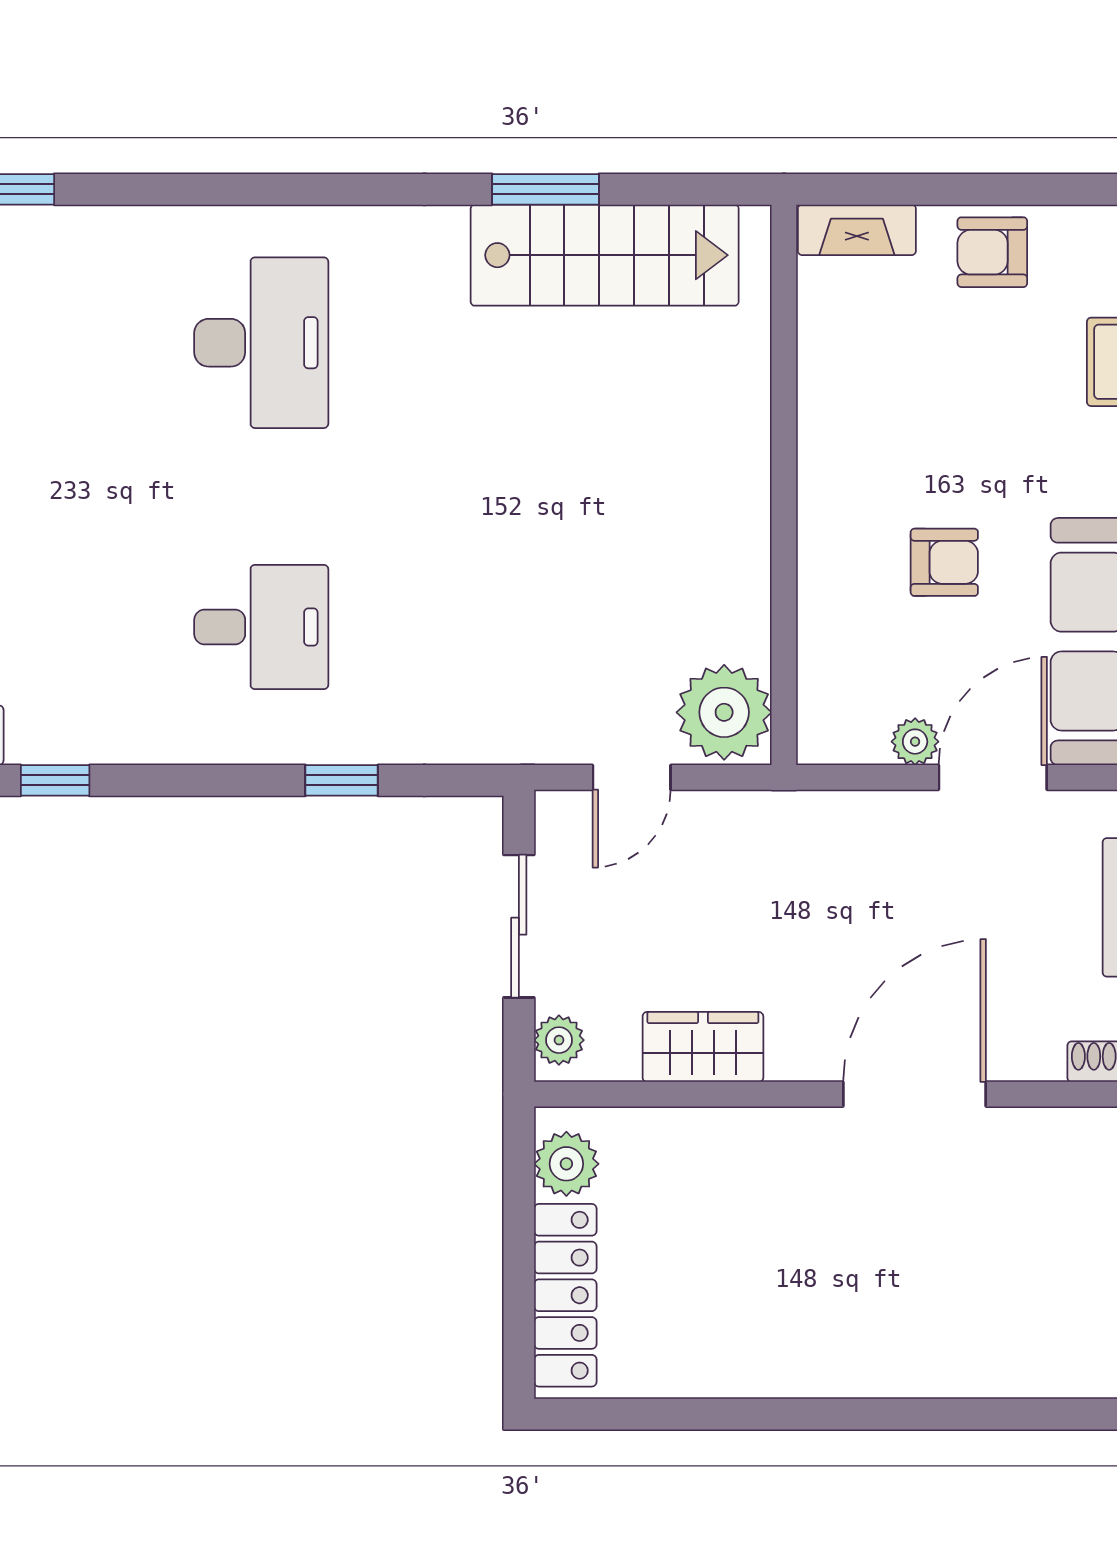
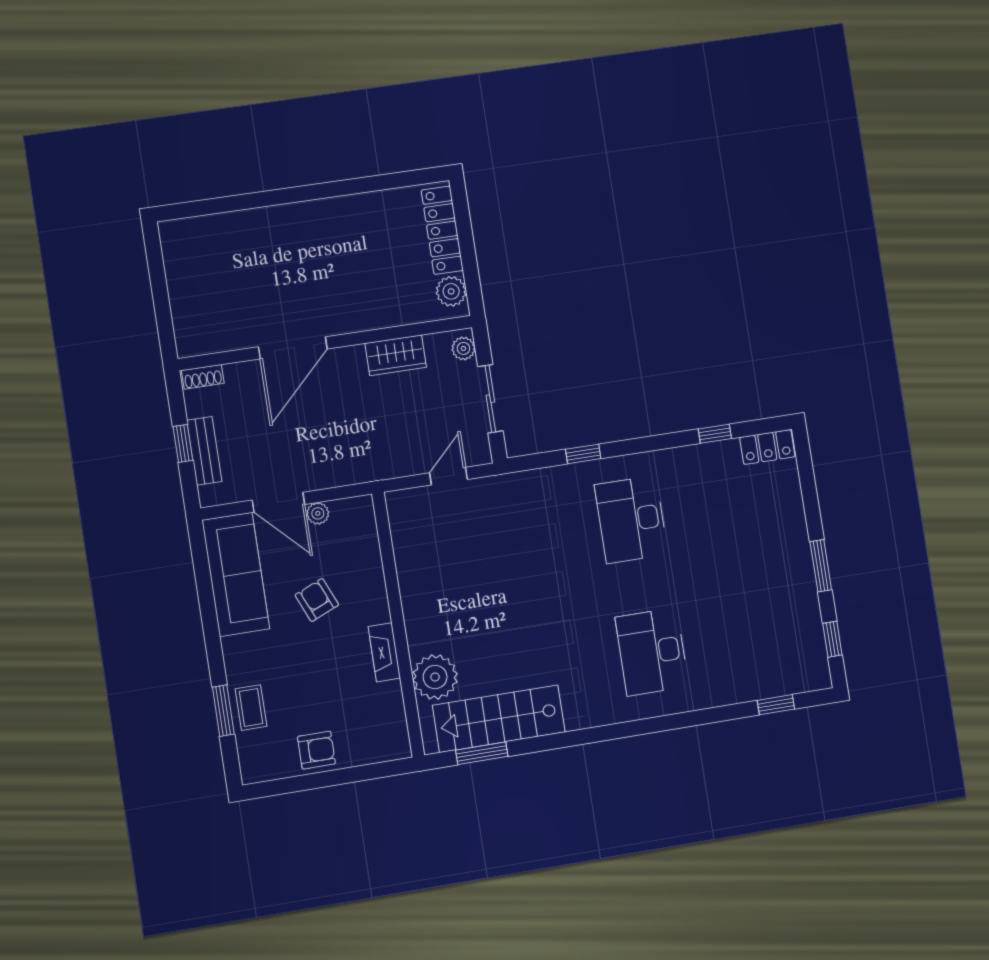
window: (545, 189) -> (482, 753), moved
fireplace: (857, 230) -> (384, 652), moved, turned -90
armchair: (944, 562) -> (317, 600), turned 67
desk: (261, 627) -> (631, 519), width x1.37
plant: (724, 712) -> (435, 677), moved
door: (993, 777) -> (278, 502), hinge flipped

